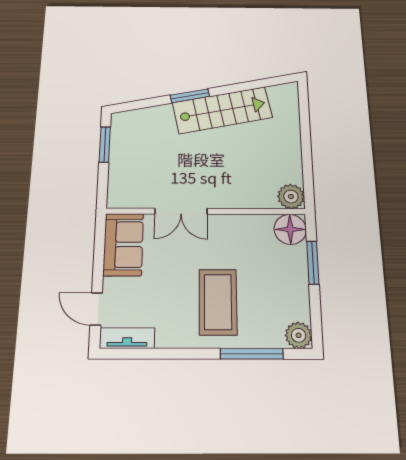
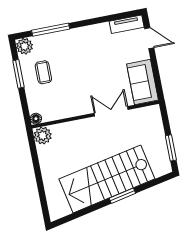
stairs: (222, 110) -> (107, 179), width x1.36, depth x1.51
floor lamp: (290, 229) -> (36, 119), width x0.53, depth x0.53
window: (313, 263) -> (18, 74), moved
coffee table: (218, 302) -> (43, 72), moved, width x0.54, depth x0.58

